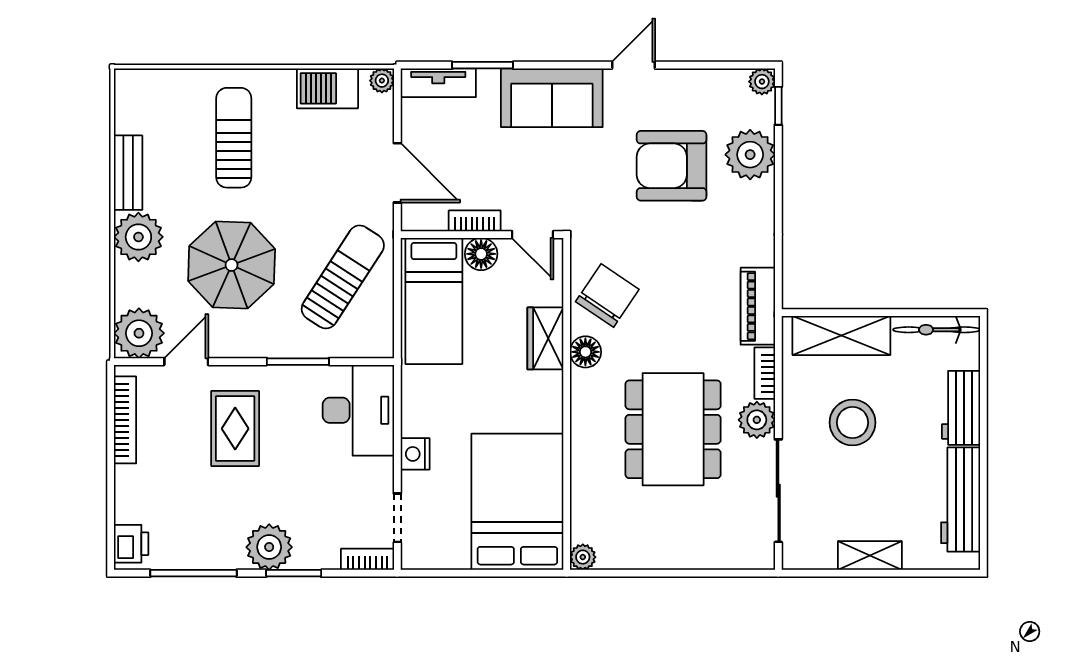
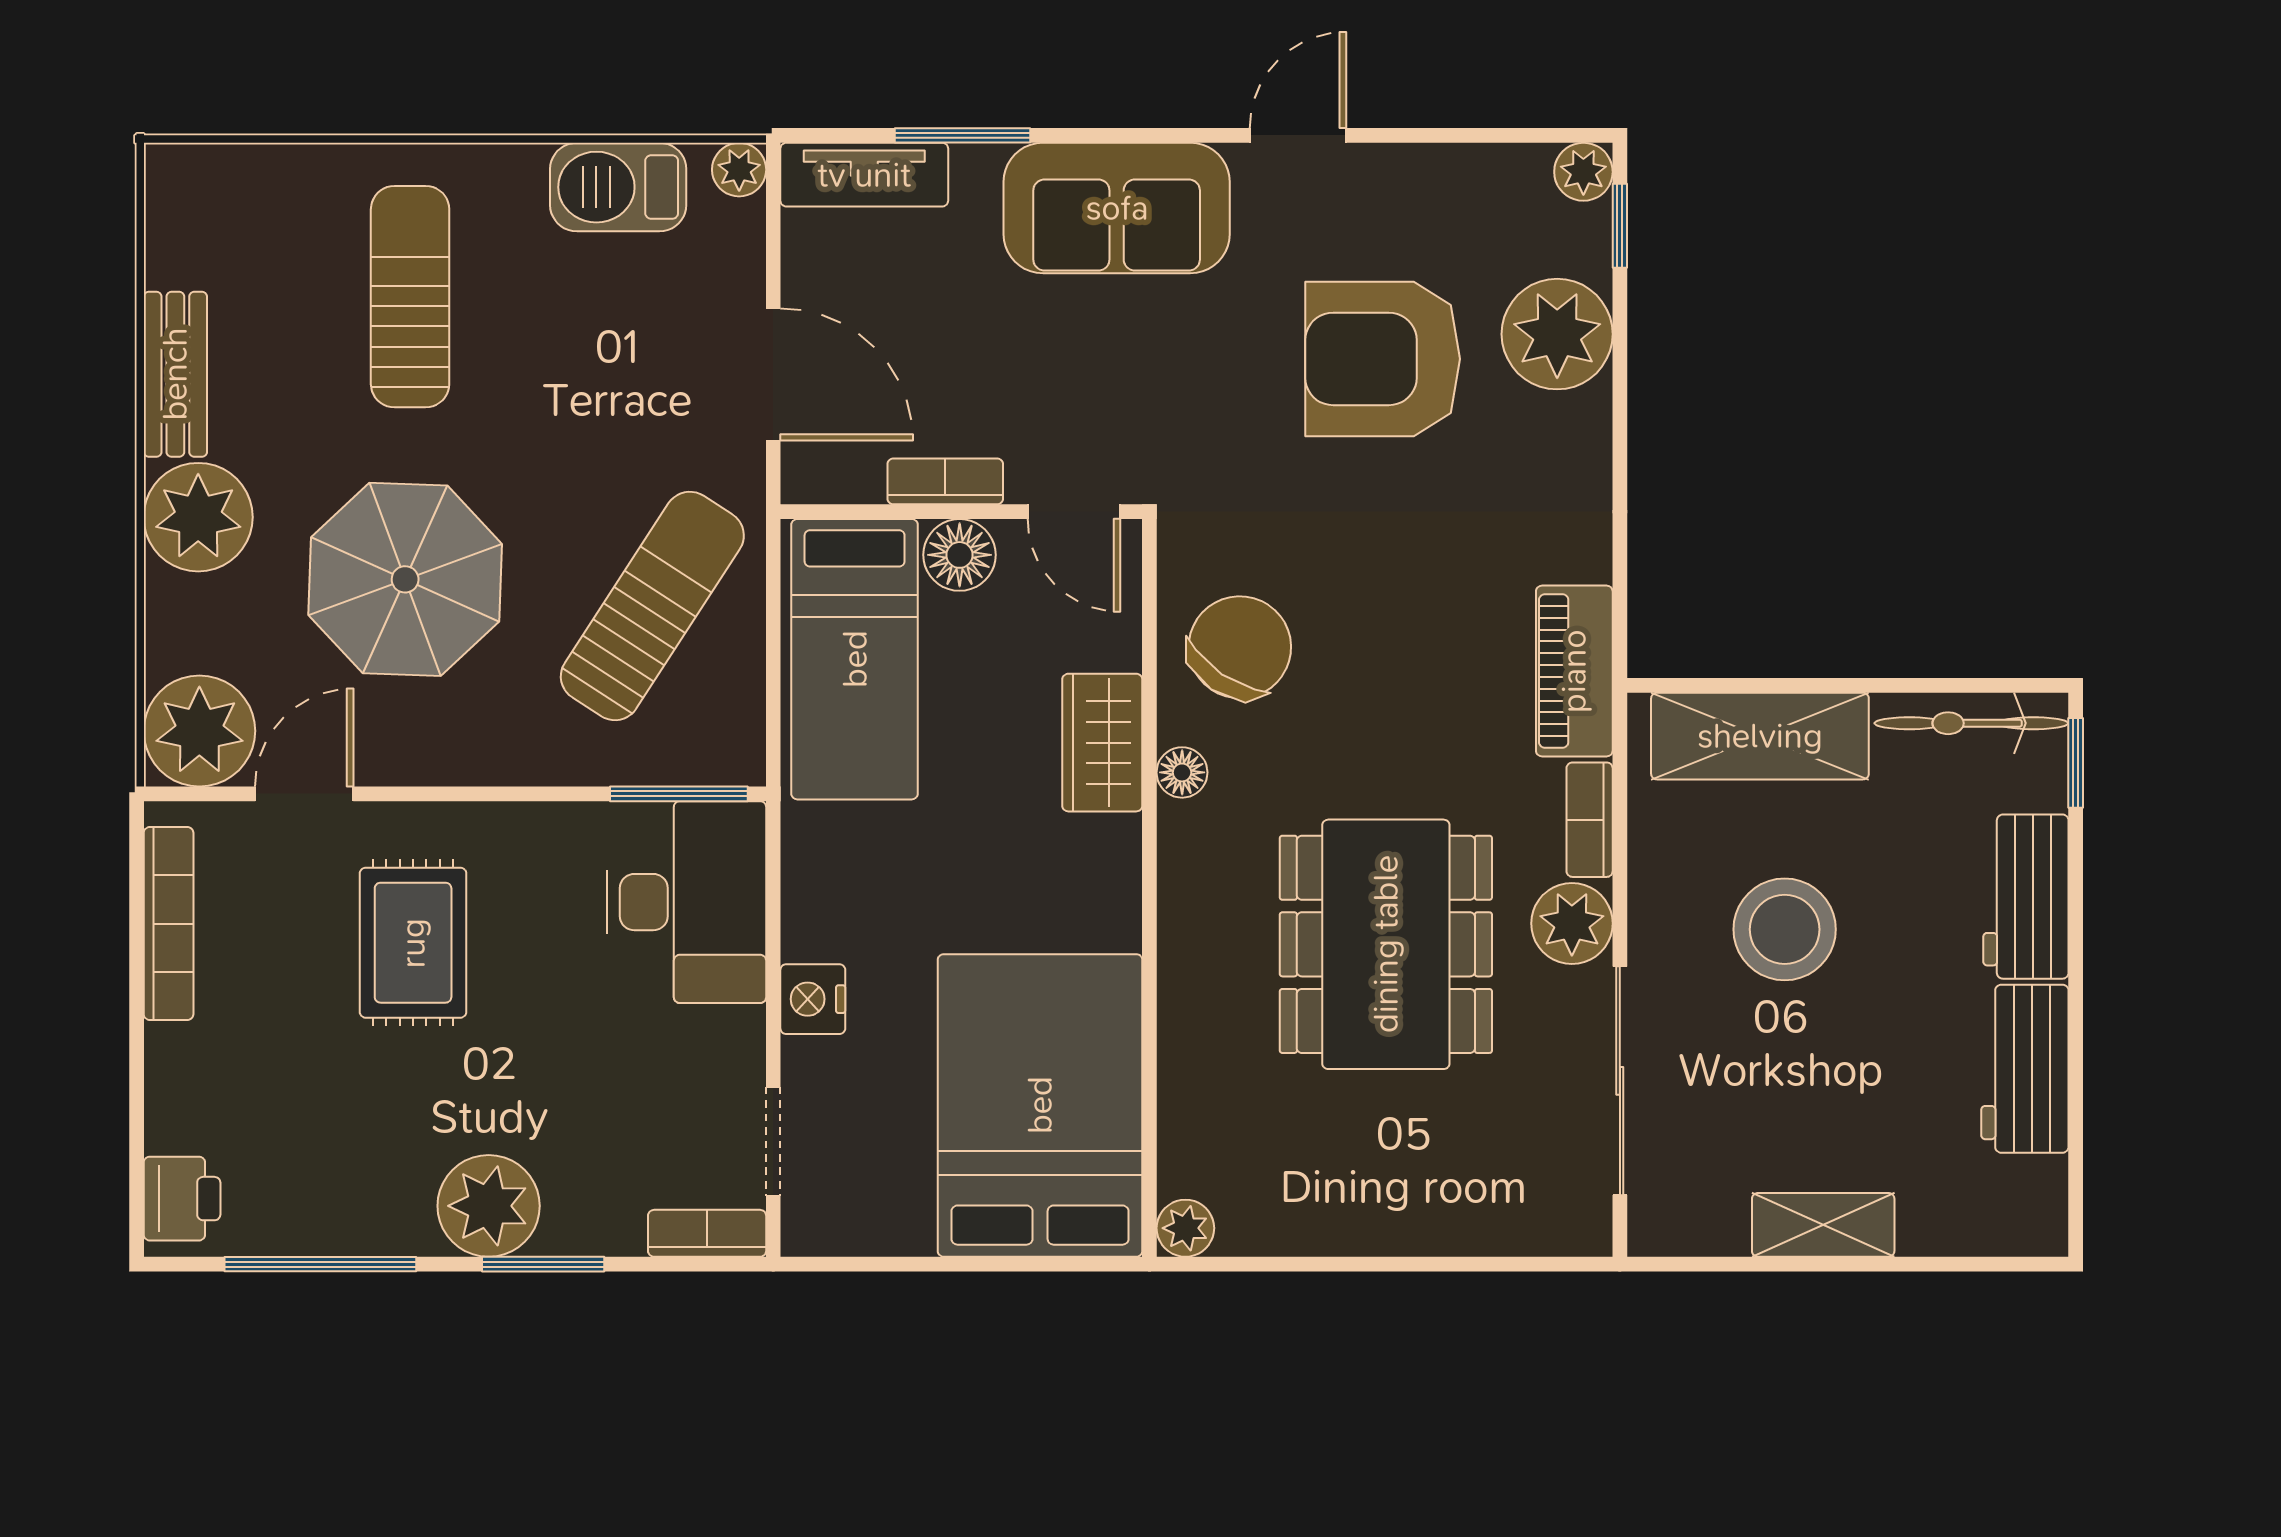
window: (983, 348) -> (2076, 763), added
floor lamp: (585, 352) -> (1182, 772), width x0.73, depth x0.73
window: (298, 362) -> (679, 794), moved
workbench: (961, 499) -> (2025, 1069), width x0.73

